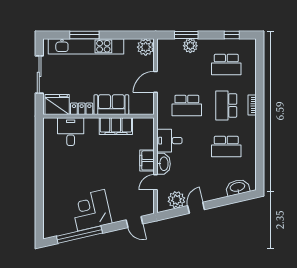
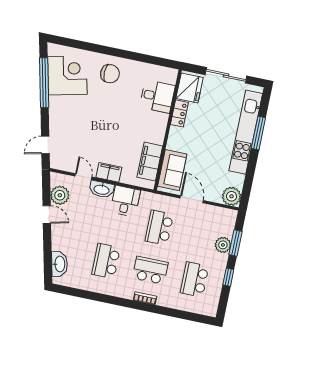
window: (232, 35) -> (228, 277), moved
sofa: (111, 105) -> (172, 170), moved
filing cabinet: (116, 126) -> (150, 162), moved
chair: (59, 178) -> (110, 74), added
corner desk: (91, 210) -> (67, 75), moved

